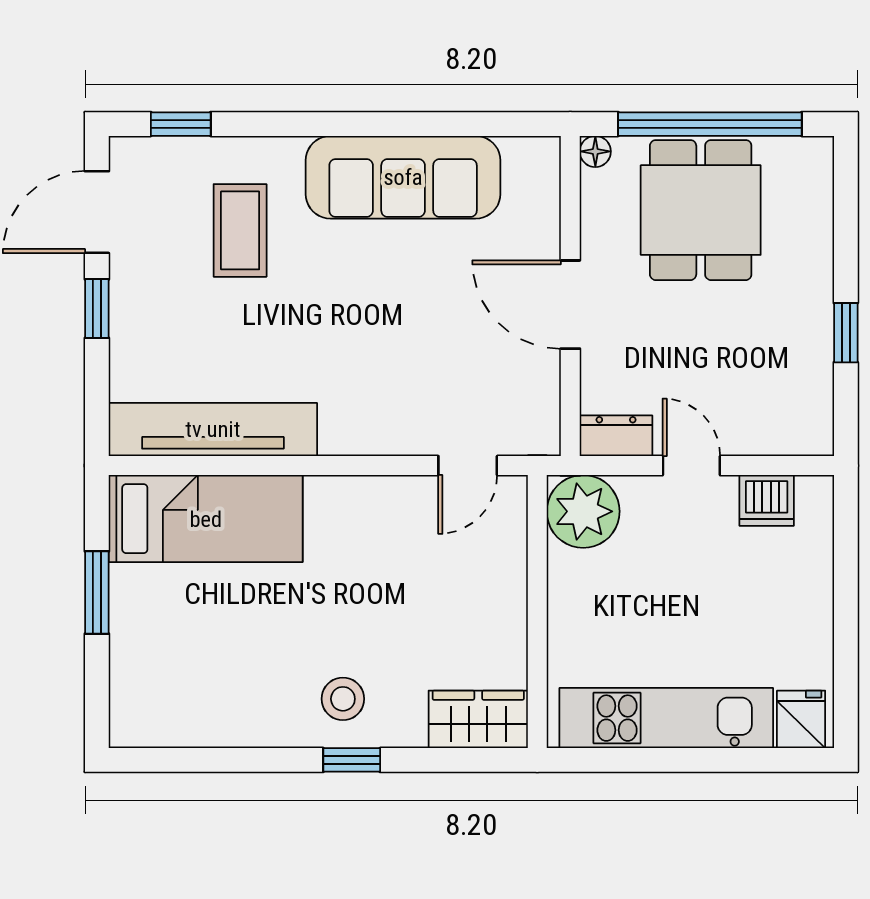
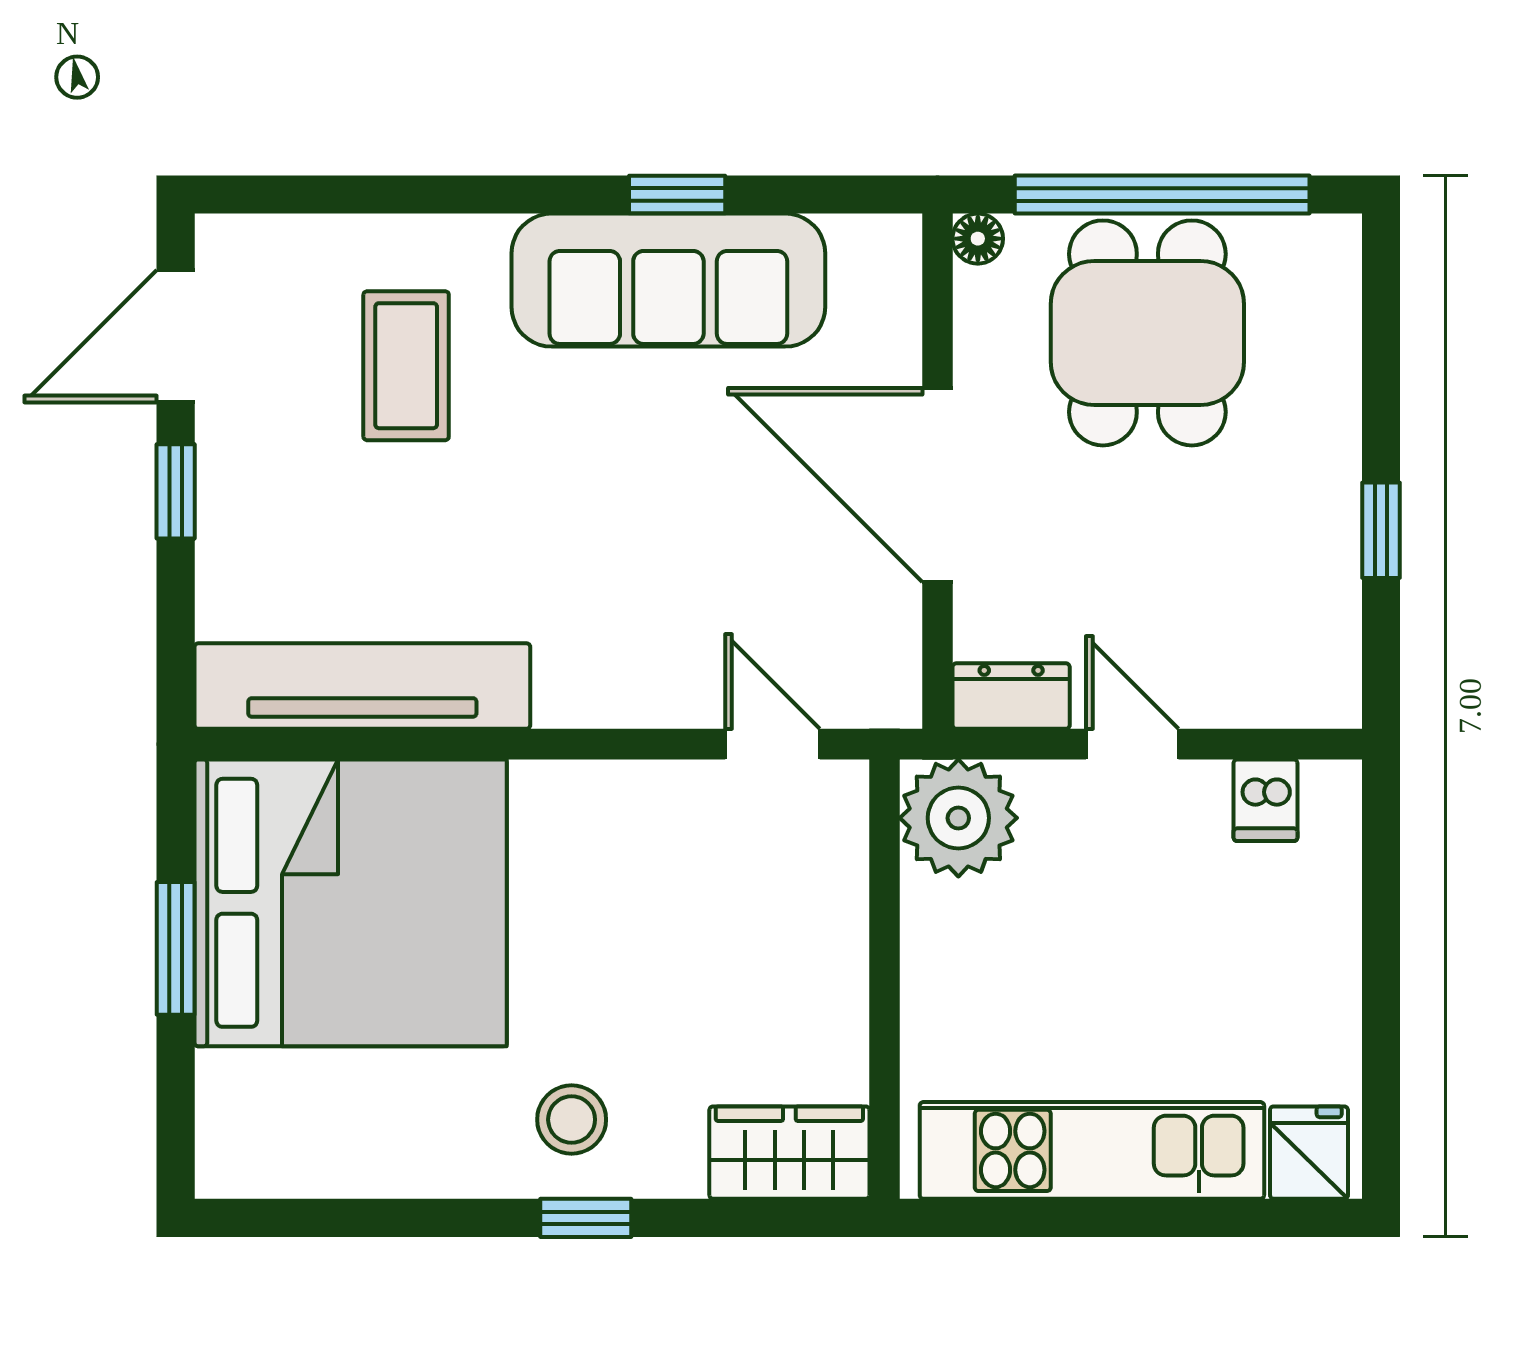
window: (181, 124) -> (677, 195), moved
door: (570, 305) -> (938, 485), width x1.36
door: (468, 466) -> (772, 744), swing flipped
dishwasher: (767, 500) -> (1265, 800), width x0.73
bed: (206, 519) -> (351, 903), width x2.04

